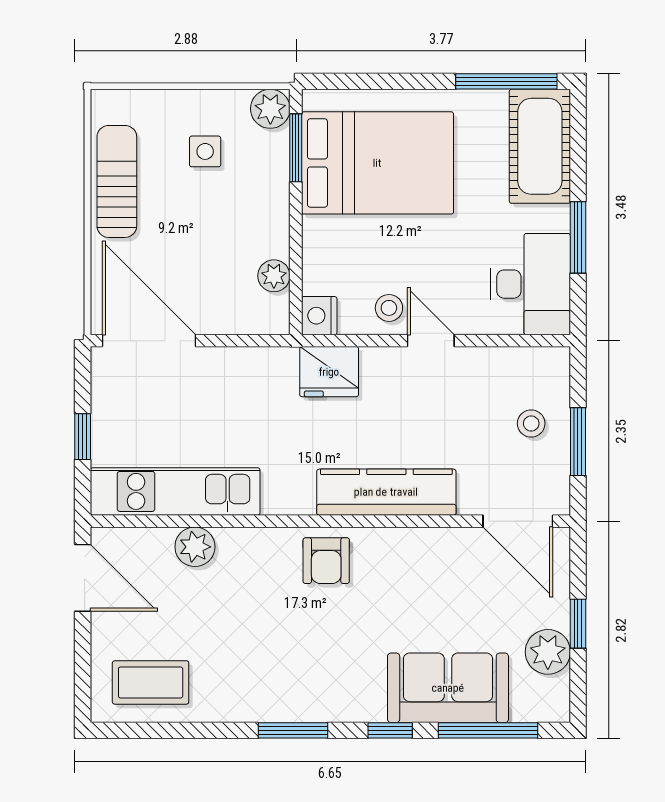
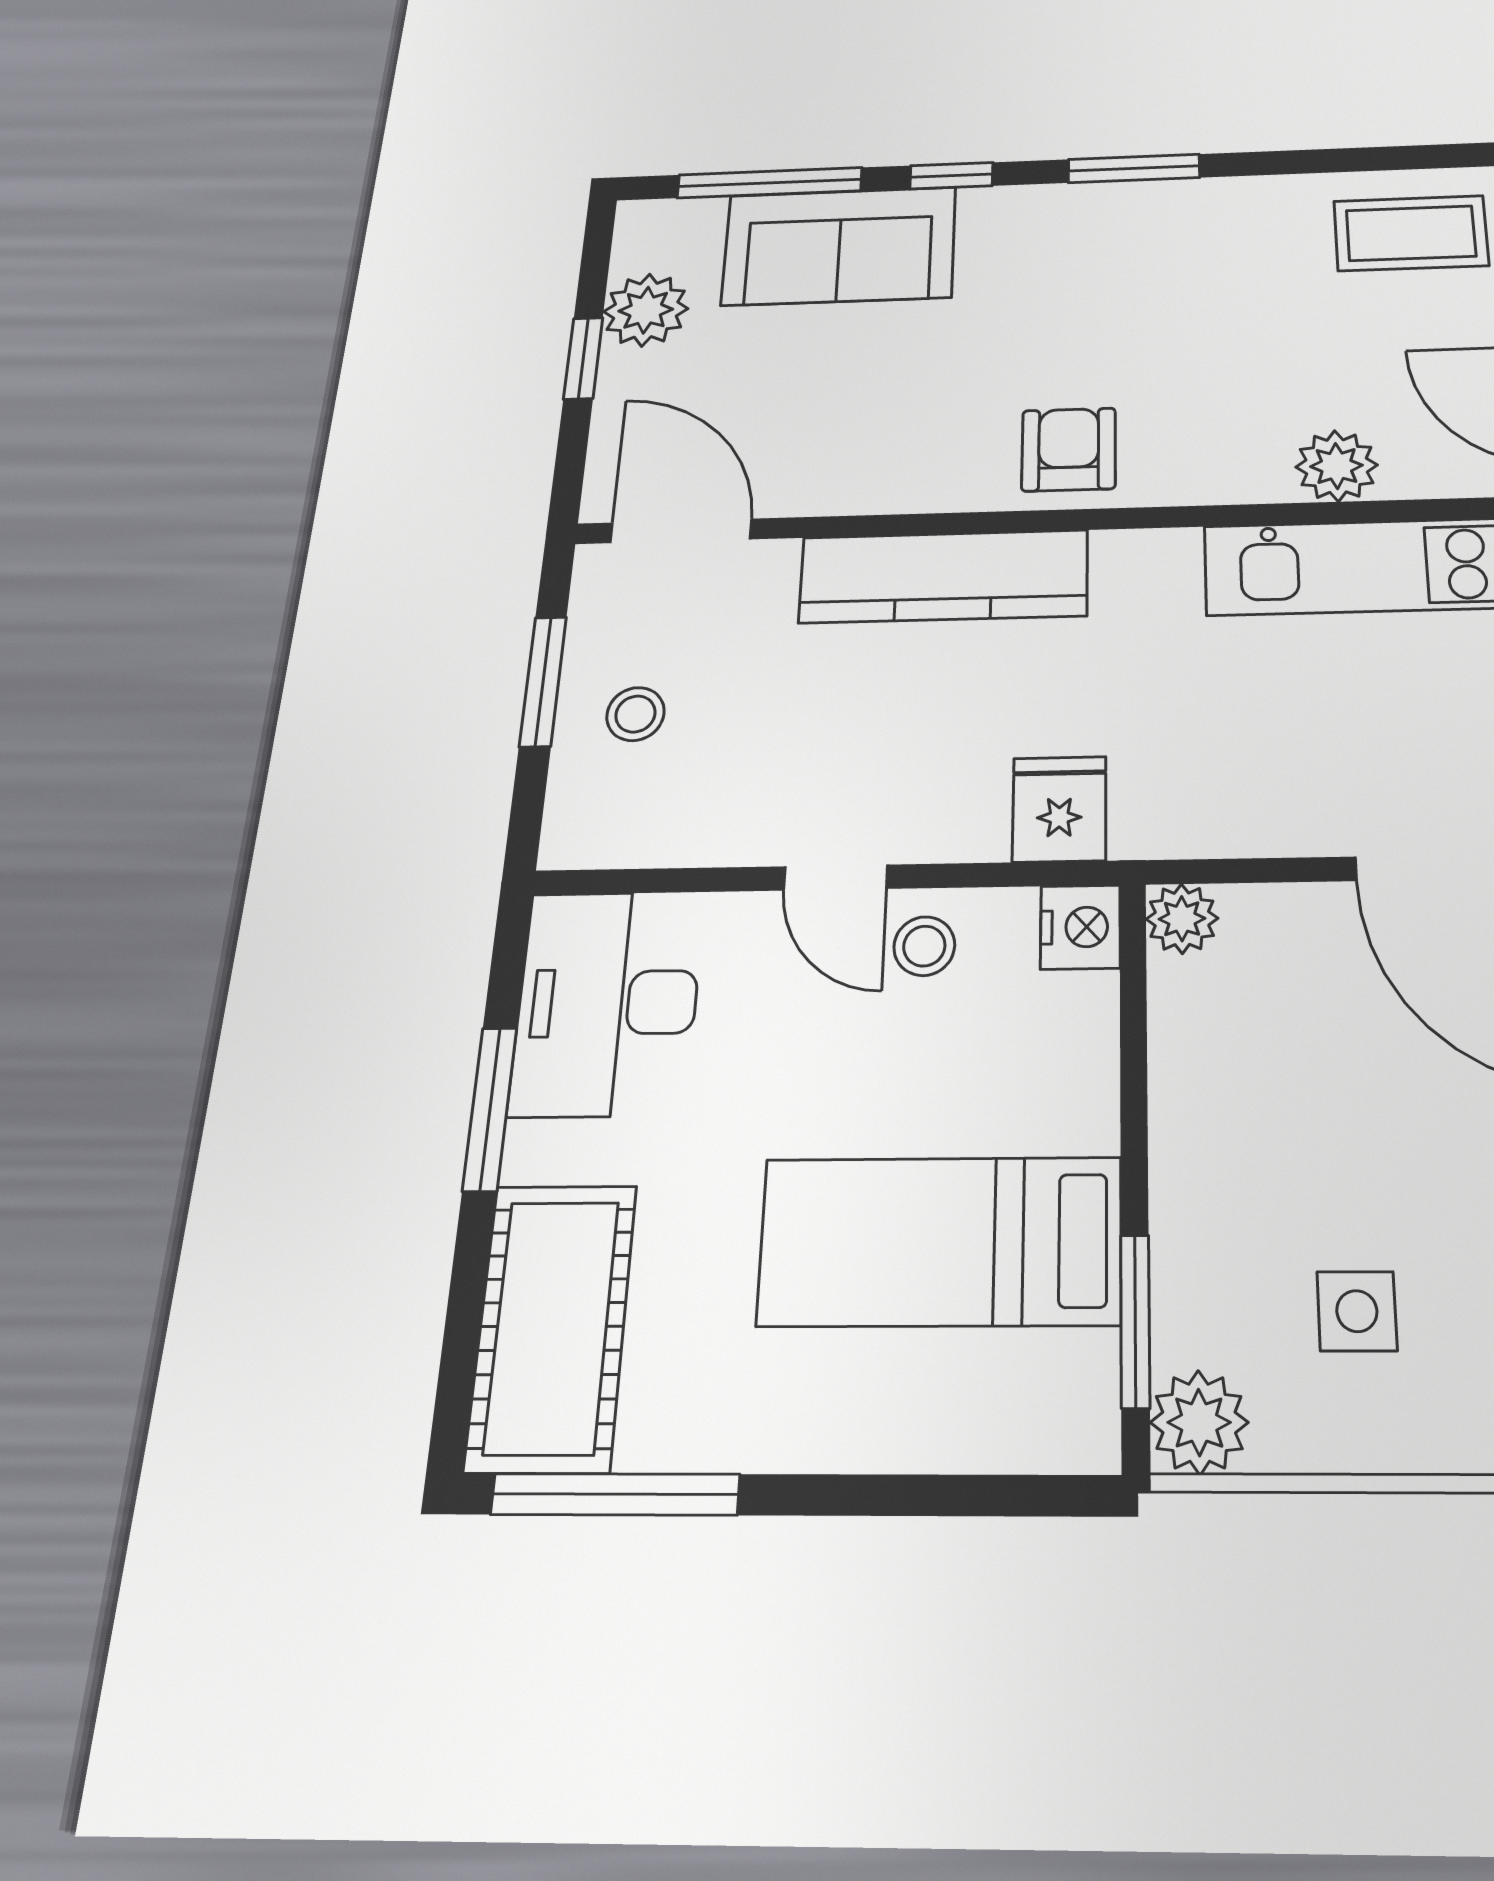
bed: (377, 163) -> (940, 1241), width x0.67
plant: (274, 276) -> (1182, 919), moved
fridge: (329, 372) -> (1059, 809), width x0.72

